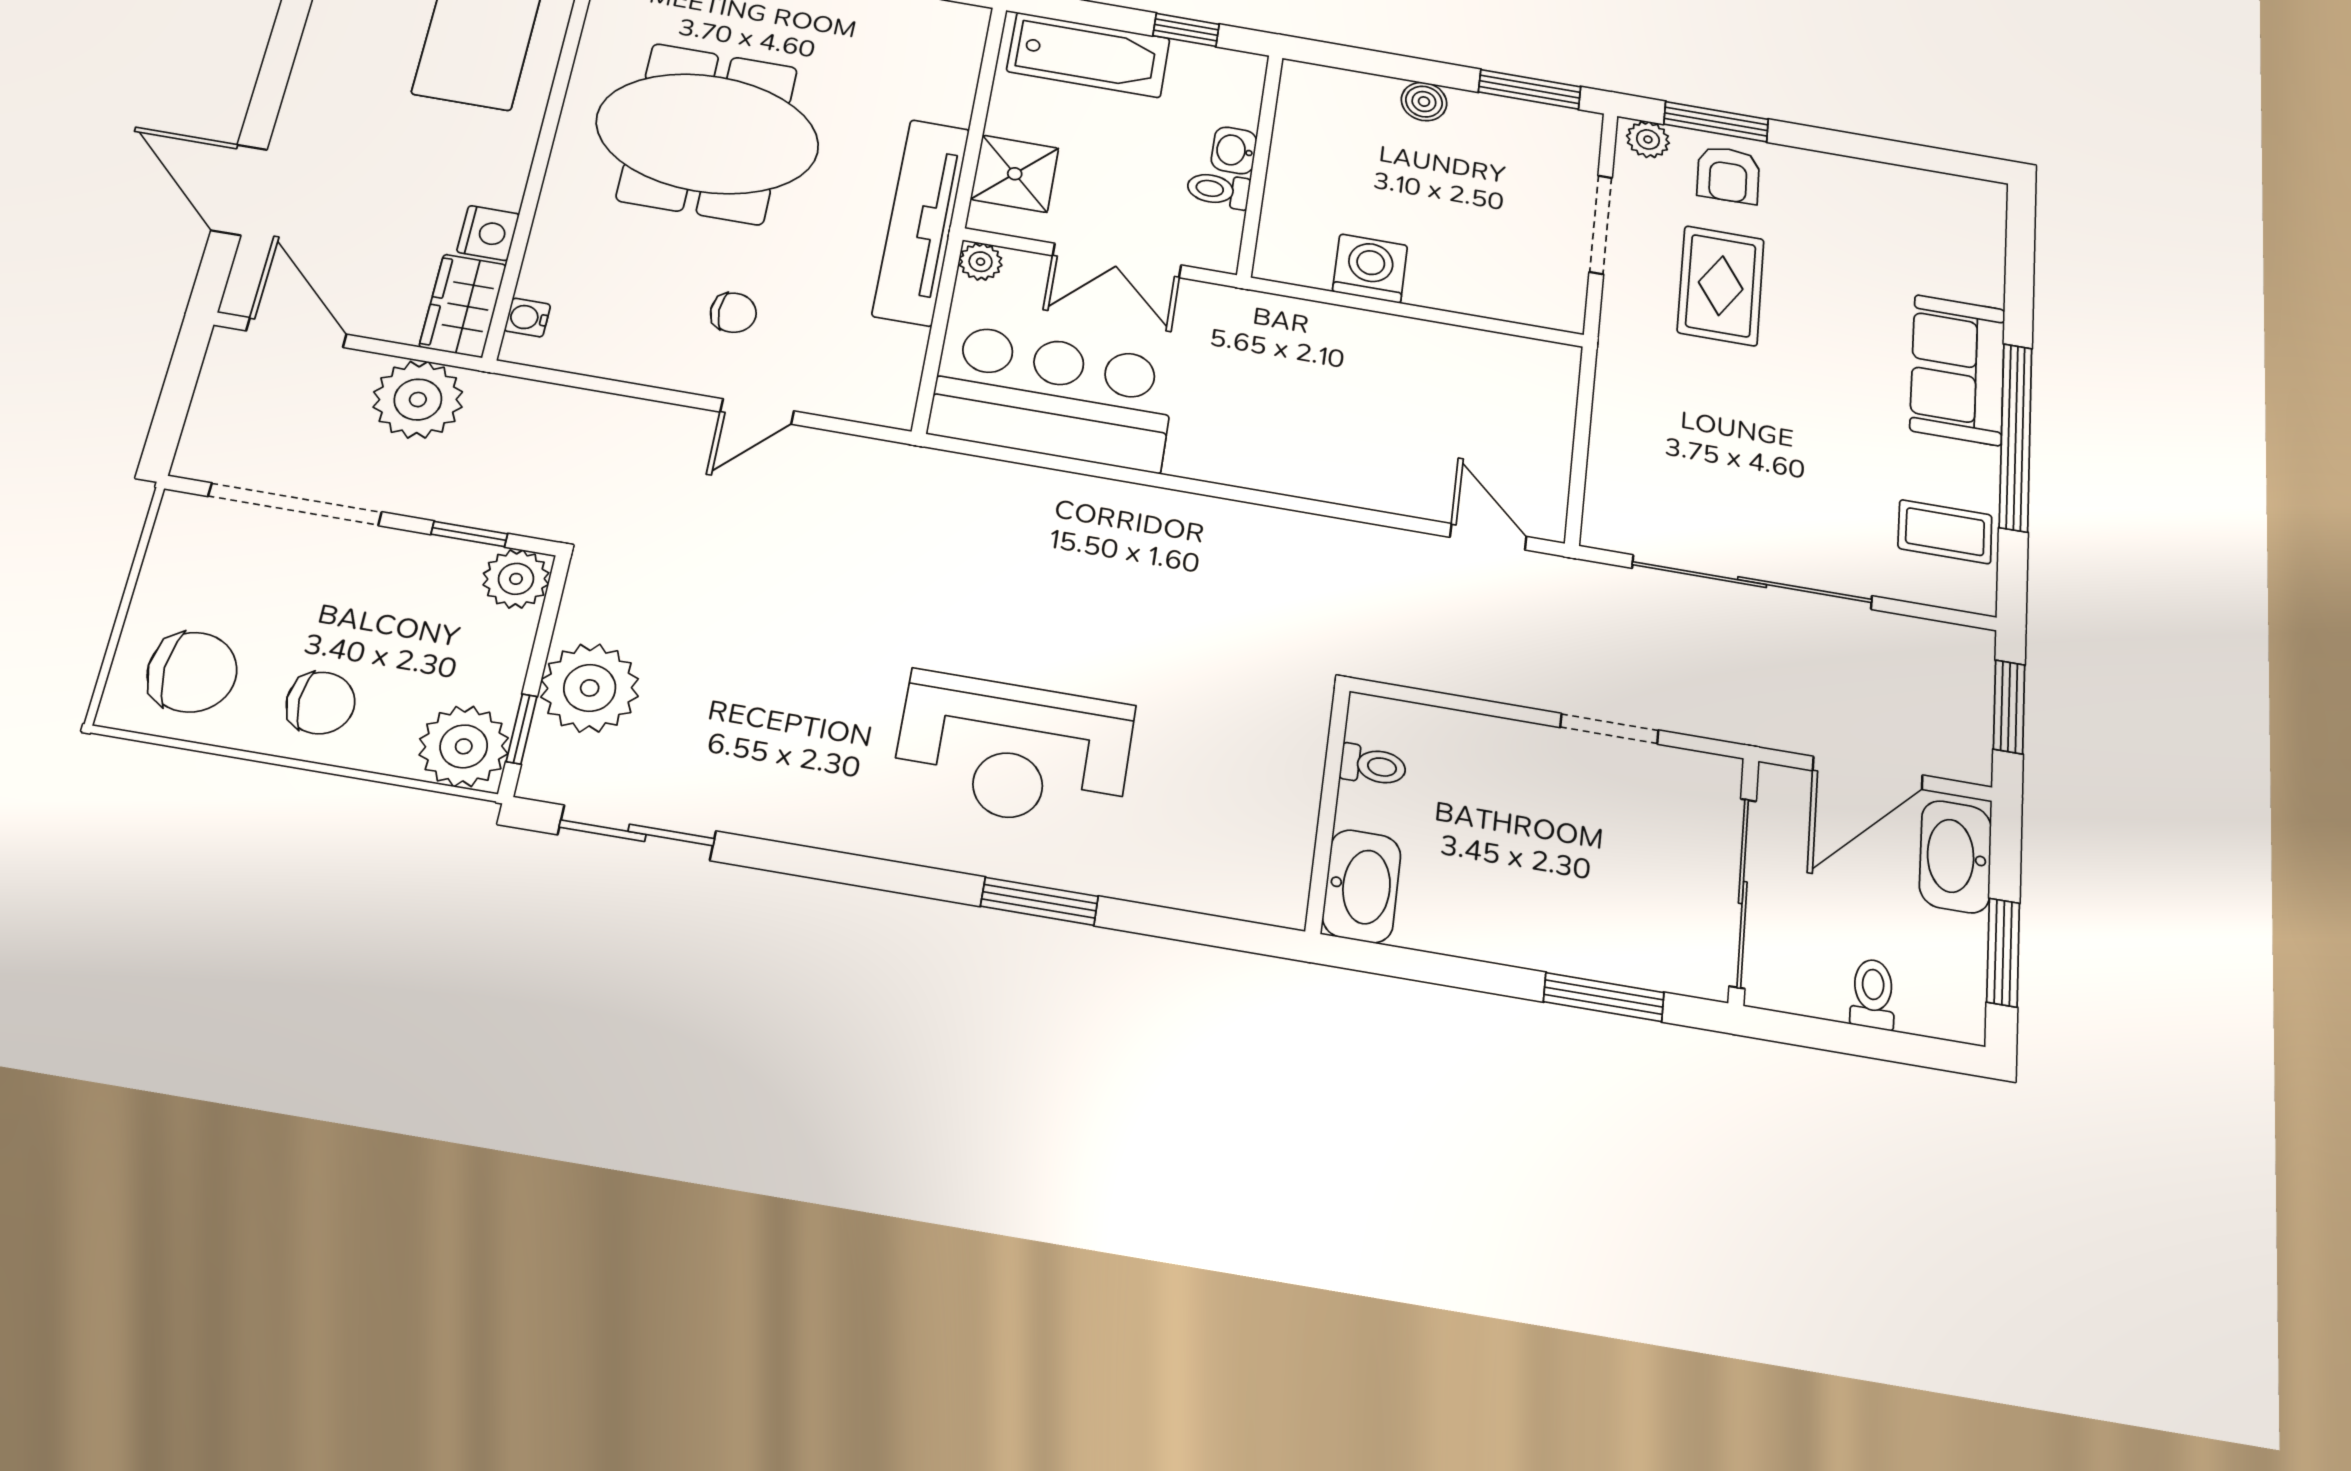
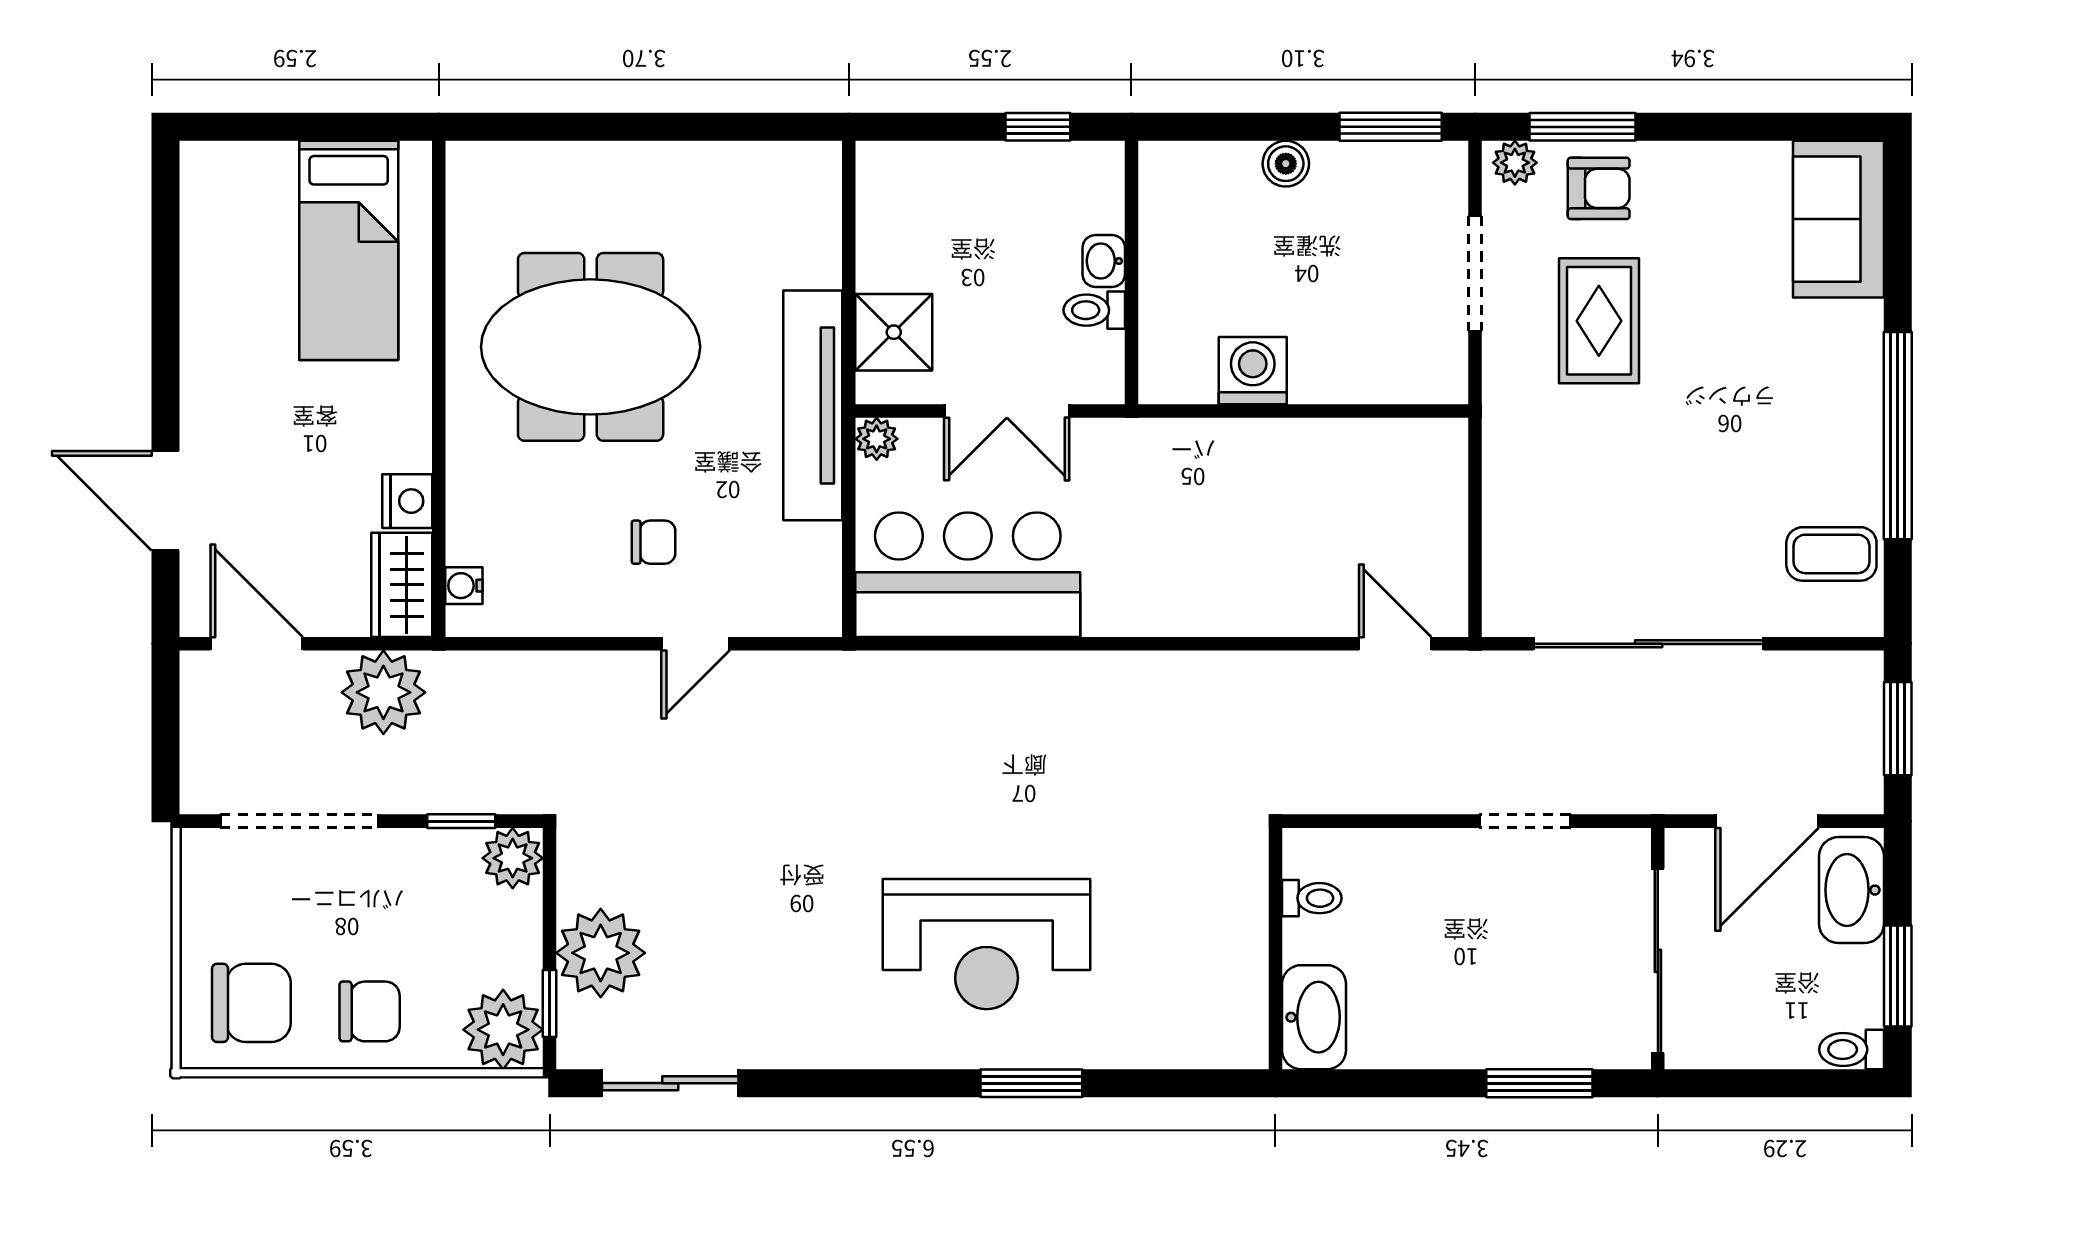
bathtub: (1088, 55) -> (945, 177), removed
armchair: (1728, 175) -> (1599, 188), turned -89
sofa: (1958, 370) -> (1839, 219), moved
toilet: (1873, 994) -> (1852, 1050), moved, turned -90

